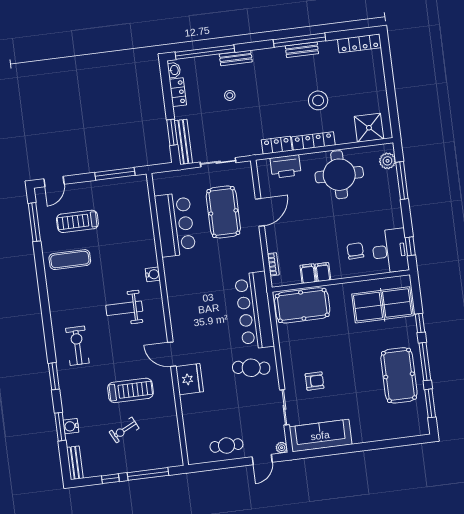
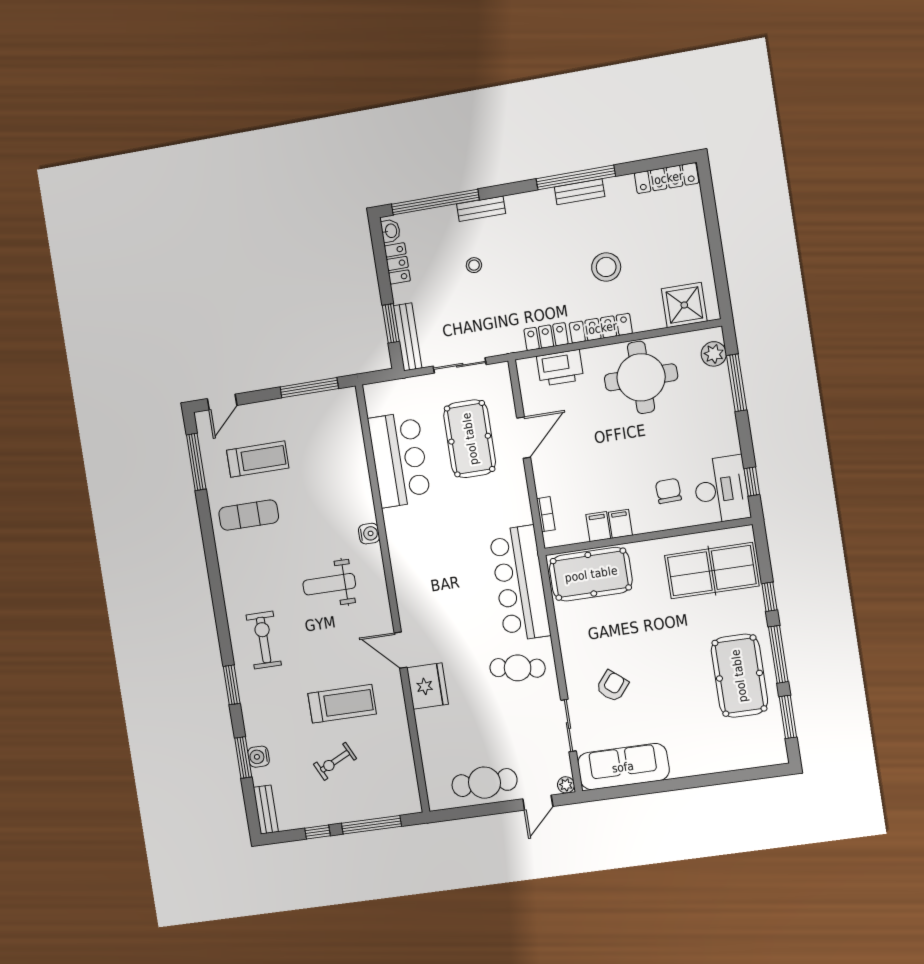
treadmill: (77, 221) -> (258, 459), turned 180
armchair: (315, 381) -> (612, 686), turned -51
cafe table: (226, 446) -> (484, 783), width x1.37, depth x1.35

